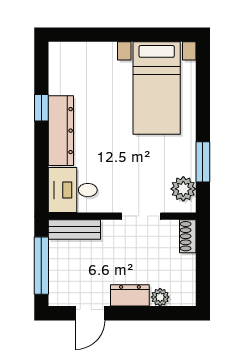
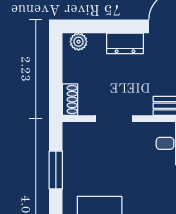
plant: (183, 189) -> (74, 144), removed
plant: (160, 297) -> (78, 42), moved

